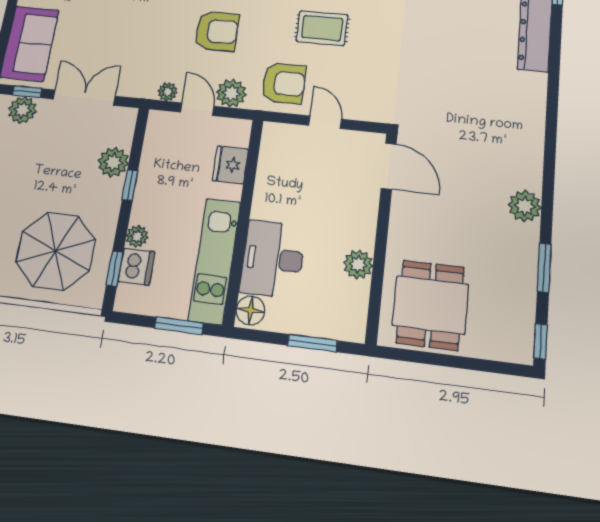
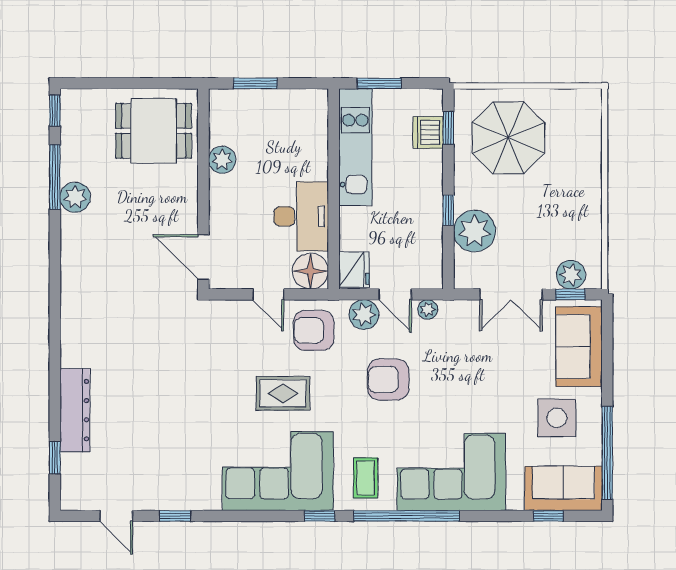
plant: (113, 162) -> (474, 231), width x1.36, depth x1.36
fridge: (230, 165) -> (354, 270), moved
plant: (525, 206) -> (75, 197), moved
plant: (137, 236) -> (432, 161), removed
desk: (273, 259) -> (301, 216), moved
window: (544, 268) -> (55, 177), width x1.44
dining table: (430, 305) -> (154, 131), turned 90
floor lamp: (250, 310) -> (310, 271), moved, width x1.38, depth x1.38

